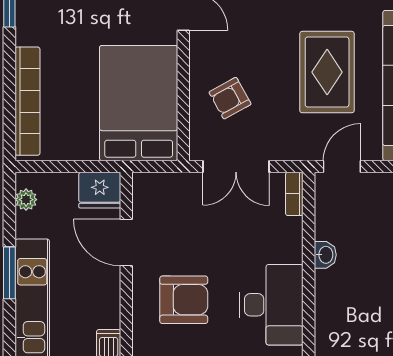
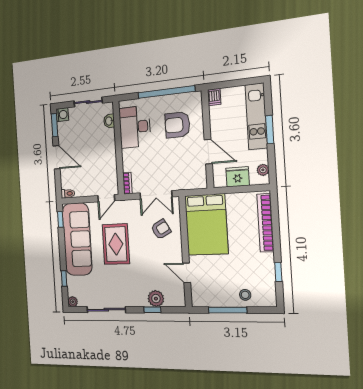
double door: (236, 166) -> (156, 195), swing flipped
fridge: (100, 190) -> (238, 177), moved
washbasin: (325, 255) -> (109, 121), moved

